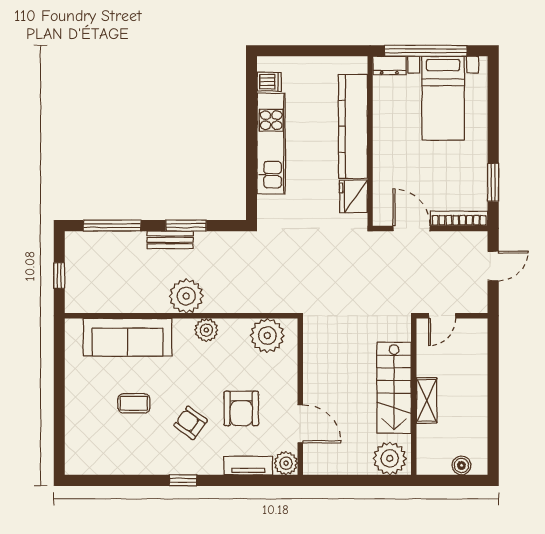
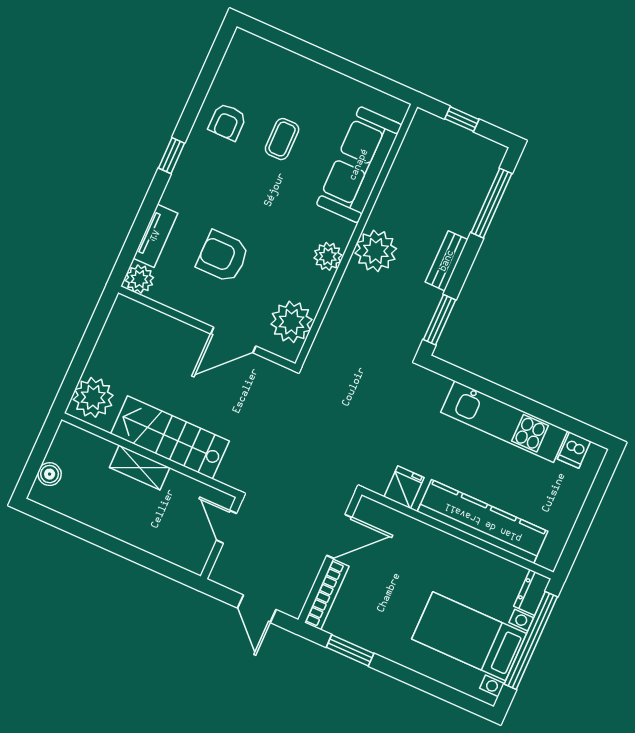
fridge: (353, 196) -> (404, 487), width x0.72
window: (186, 226) -> (440, 320), moved
armchair: (190, 423) -> (227, 122), moved, turned 144
door: (300, 424) -> (233, 340), moved

